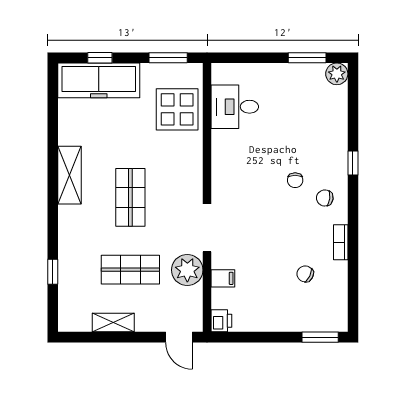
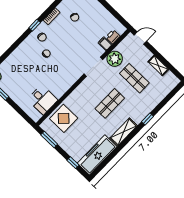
freezer: (99, 80) -> (97, 155), moved, turned -90
window: (353, 163) -> (35, 25), moved
window: (53, 272) -> (148, 119), moved
printer: (221, 321) -> (113, 37), moved
door: (179, 337) -> (140, 38), hinge flipped

